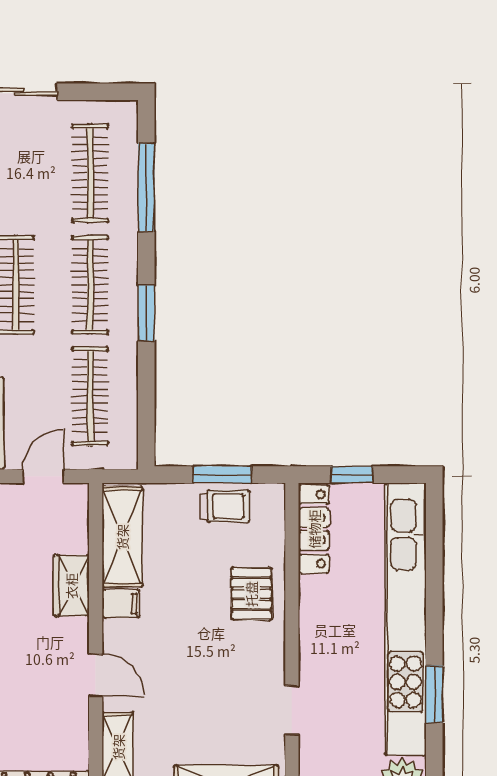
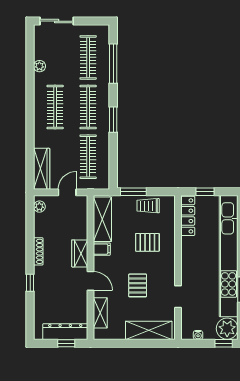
window: (222, 475) -> (133, 192), moved
trolley: (225, 506) -> (148, 206), turned 180
wardrobe: (71, 586) -> (80, 253), moved
pallet: (251, 594) -> (147, 242), moved, turned 90
pallet: (201, 685) -> (138, 285), added

